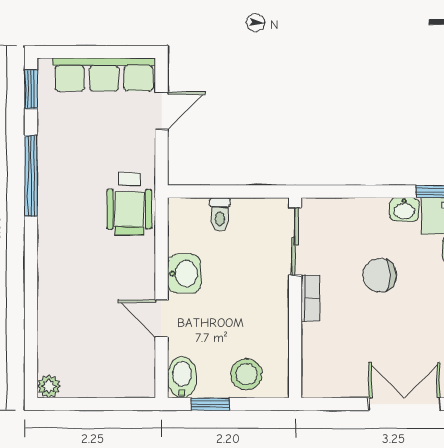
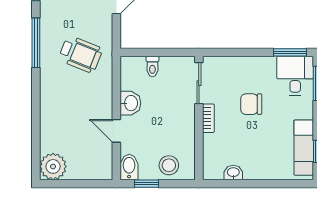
wheelchair: (129, 204) -> (81, 54), moved, turned -68
washbasin: (404, 210) -> (233, 173), moved, turned 180
plant: (49, 386) -> (53, 166), width x1.88, depth x1.88
double door: (404, 404) -> (266, 184), removed

